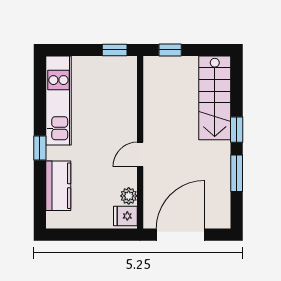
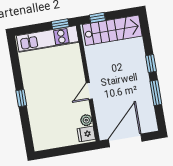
stairs: (215, 98) -> (112, 30), moved, turned -90
kitchen unit: (58, 101) -> (48, 39), moved, turned 90
kitchen counter: (58, 186) -> (38, 121), removed

